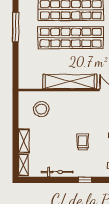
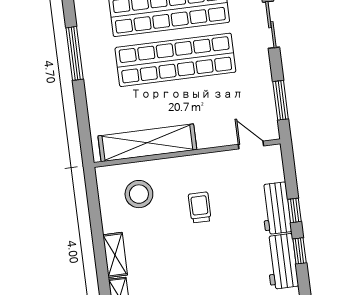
shelving: (70, 81) -> (147, 143), moved
trolley: (83, 142) -> (200, 207), moved

